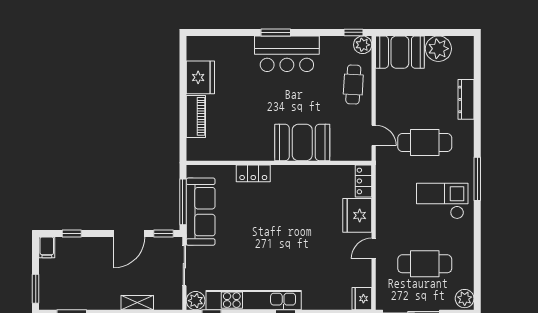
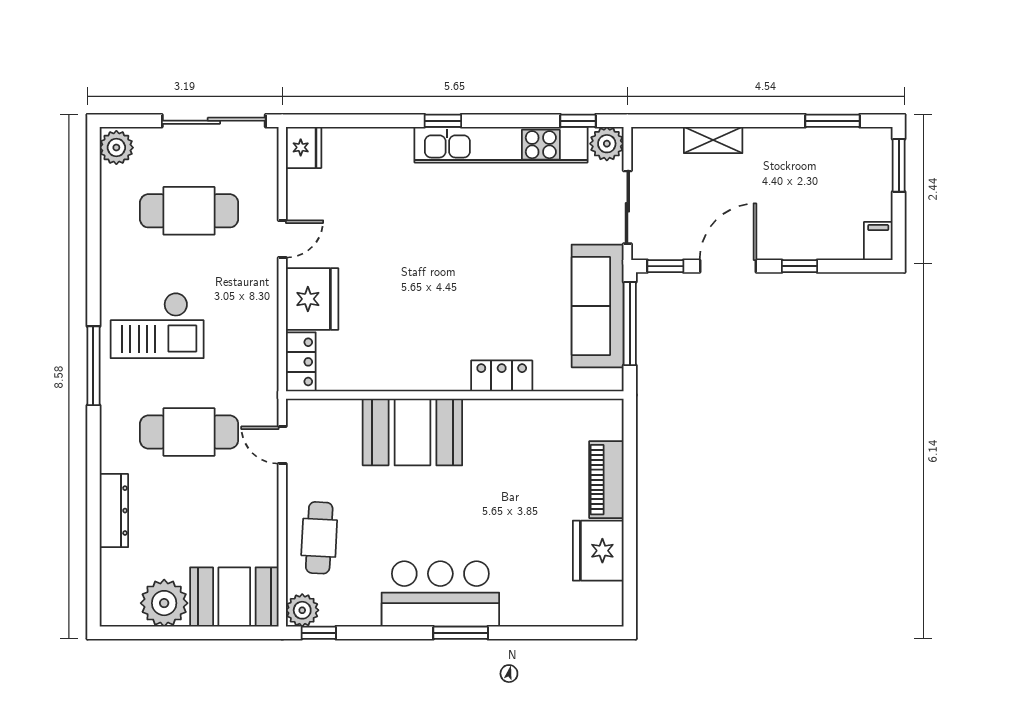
window: (72, 233) -> (800, 266), moved

